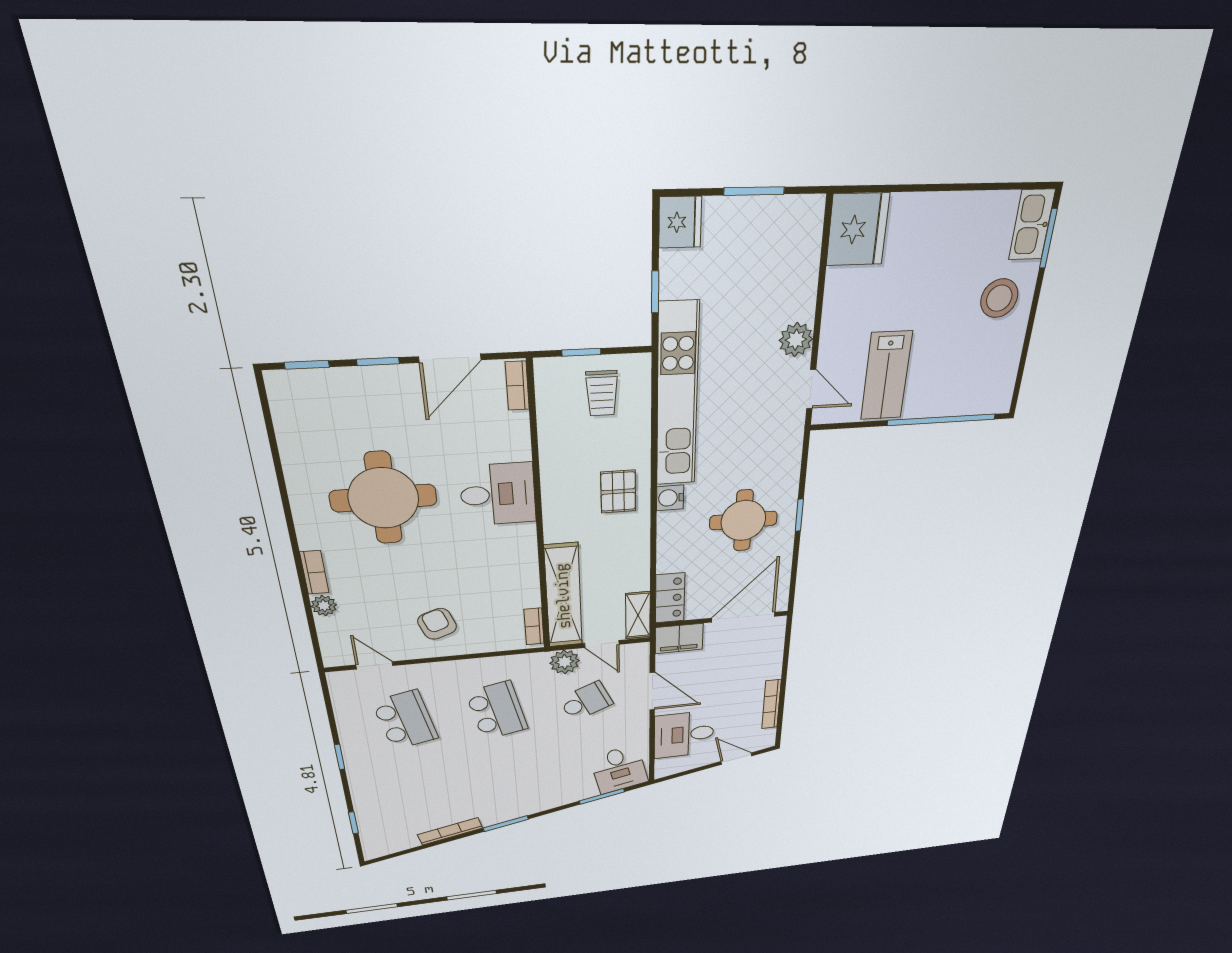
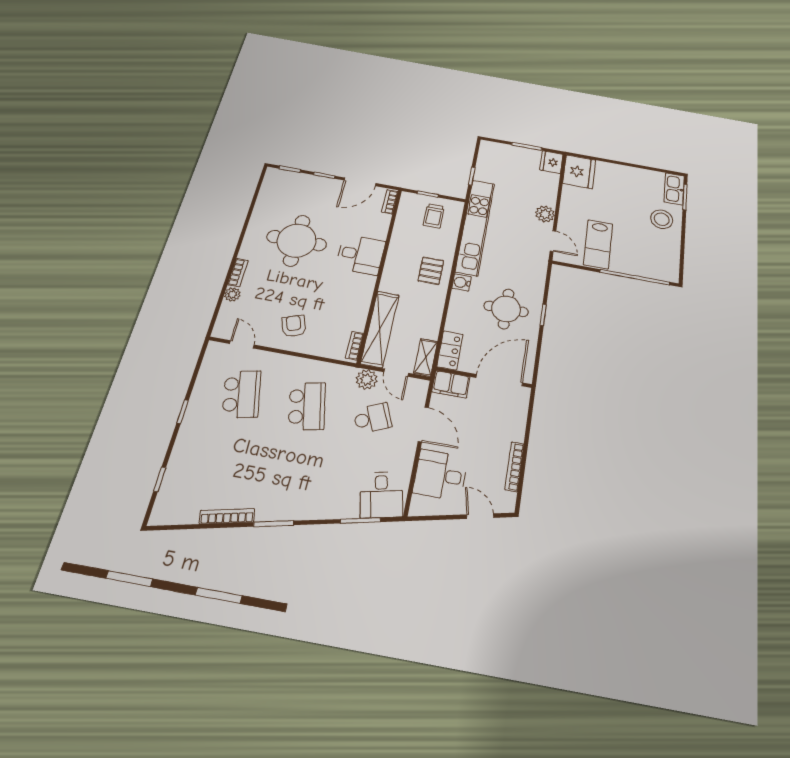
fridge: (680, 222) -> (551, 162), moved, turned 180

